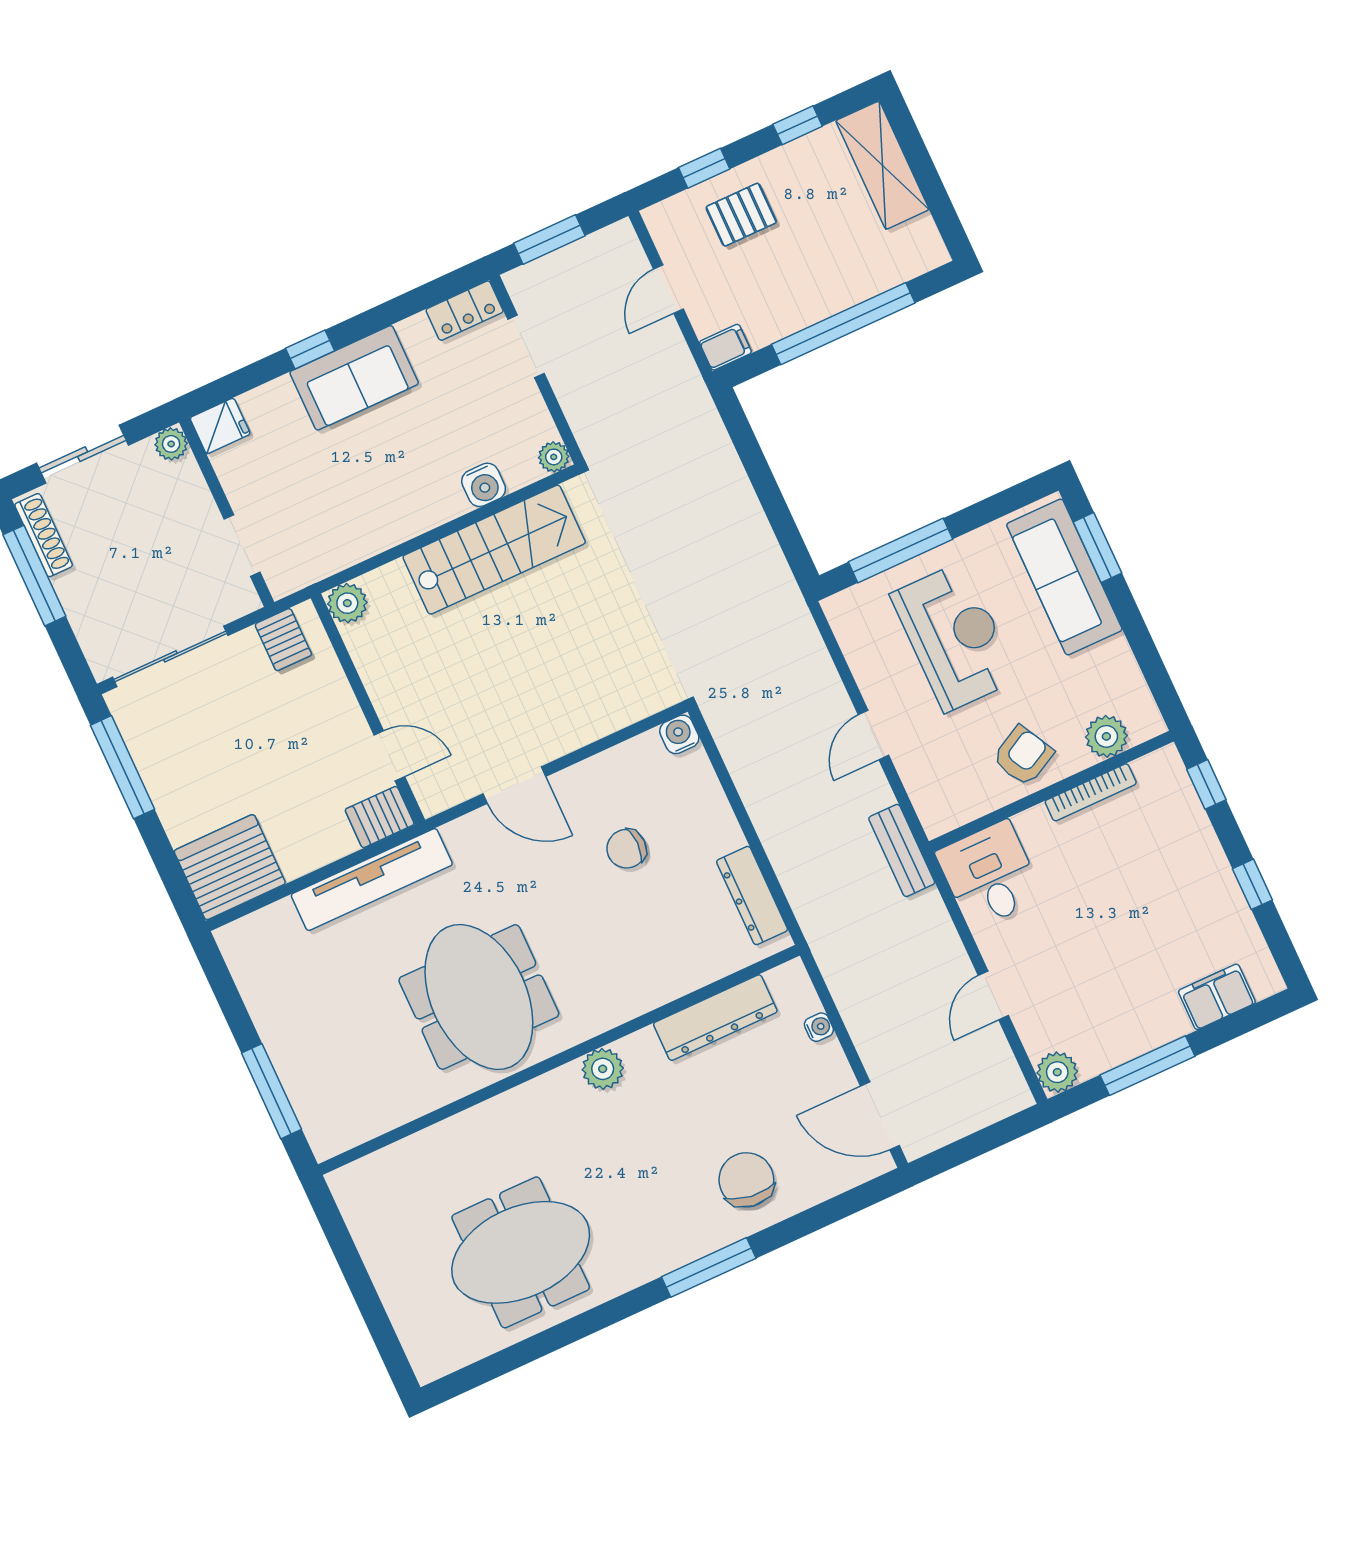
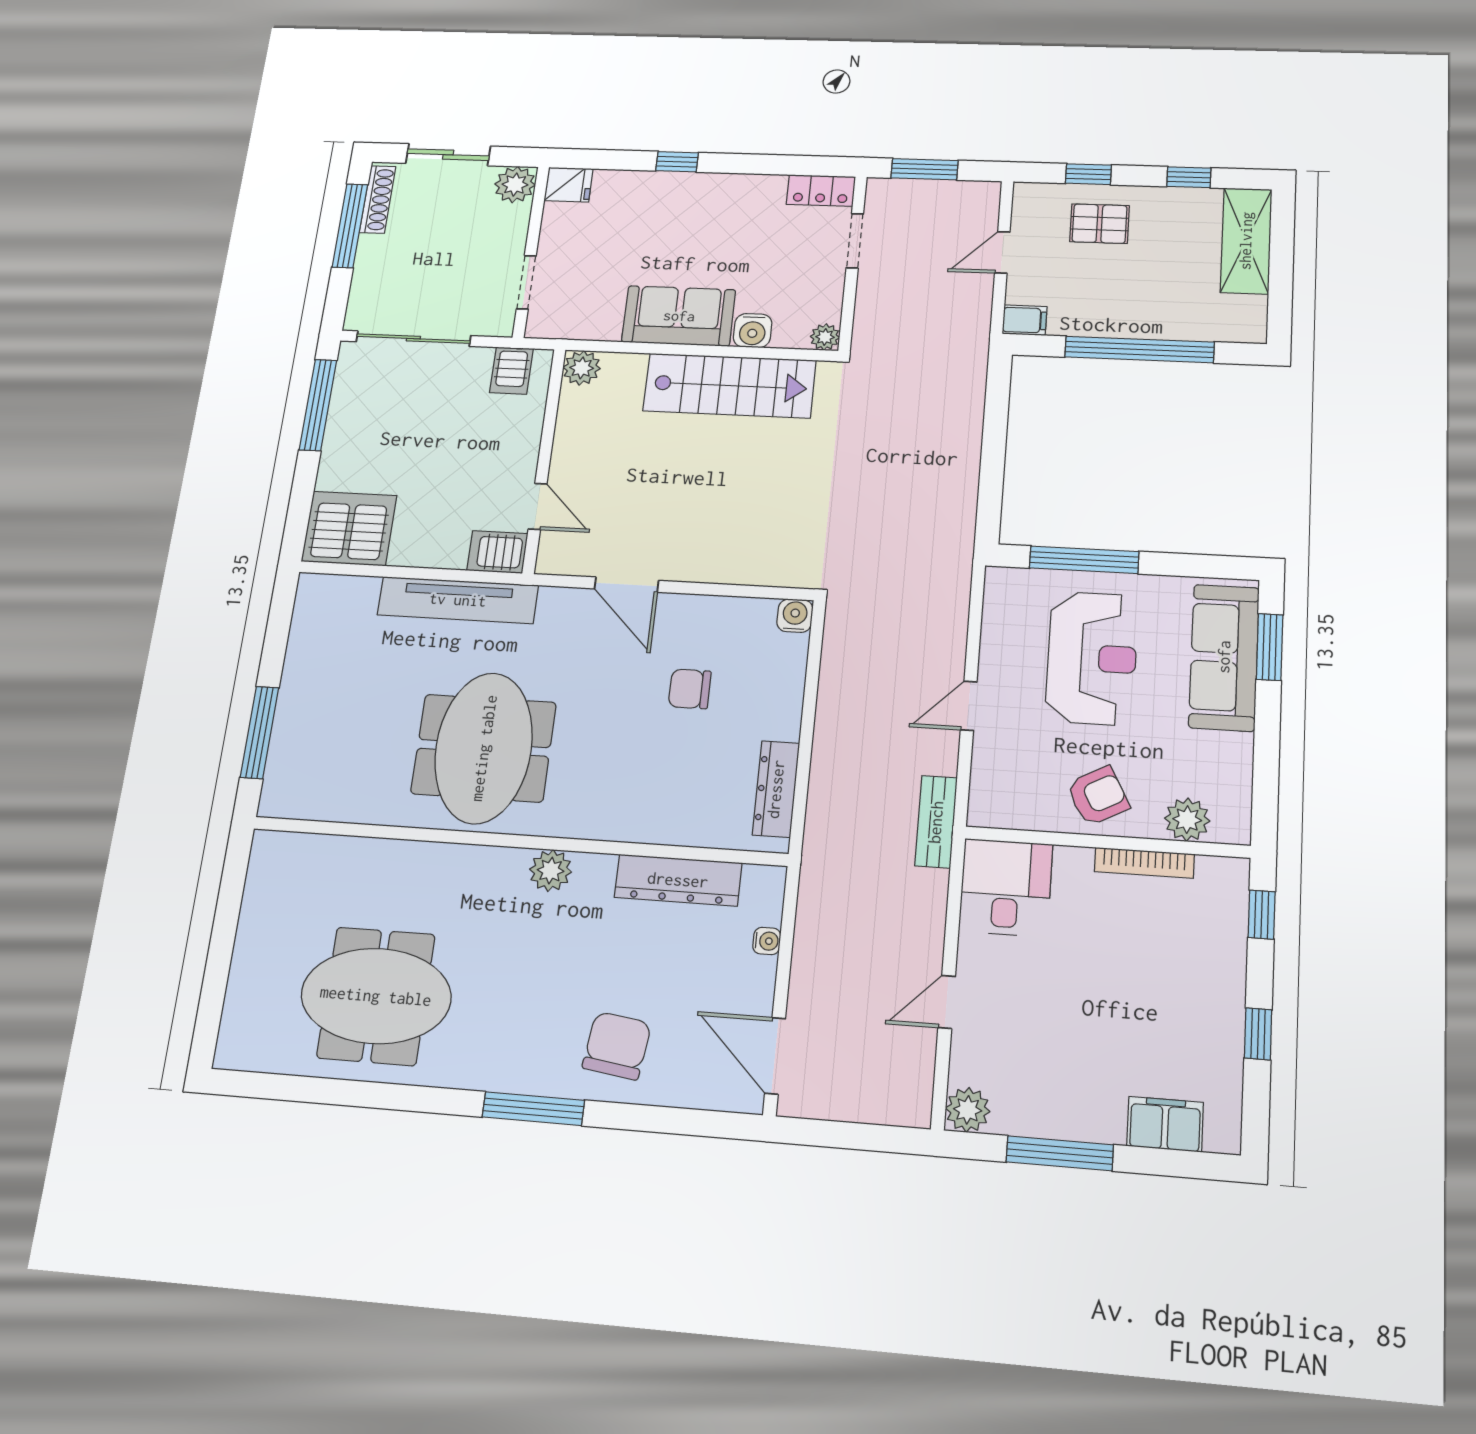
sofa: (354, 378) -> (679, 316), moved, turned 180
plant: (171, 444) -> (515, 185), width x1.38, depth x1.38

